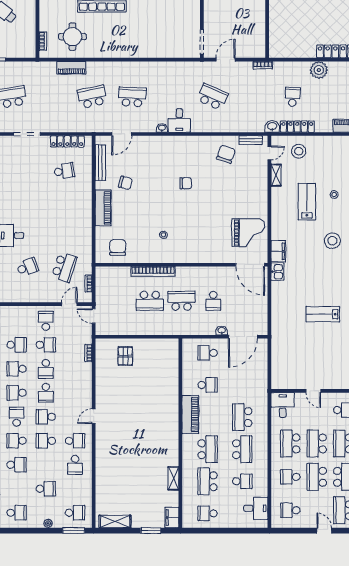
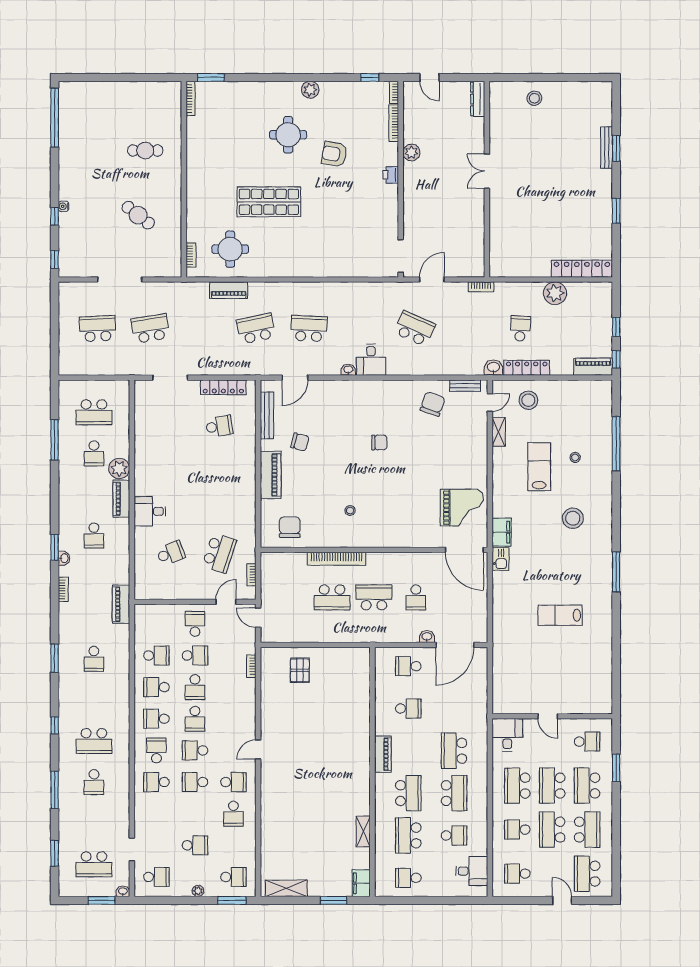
piano: (190, 415) -> (383, 754), width x0.73, depth x0.75
school desk: (17, 465) -> (156, 814), removed

